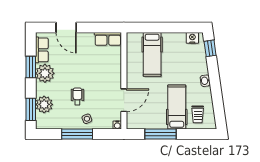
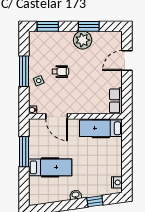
window: (210, 48) -> (95, 201), moved
row of seats: (42, 50) -> (105, 37), removed
hospital bed: (152, 54) -> (101, 128), moved
plant: (44, 104) -> (53, 39), removed
trolley: (198, 114) -> (43, 188), removed

